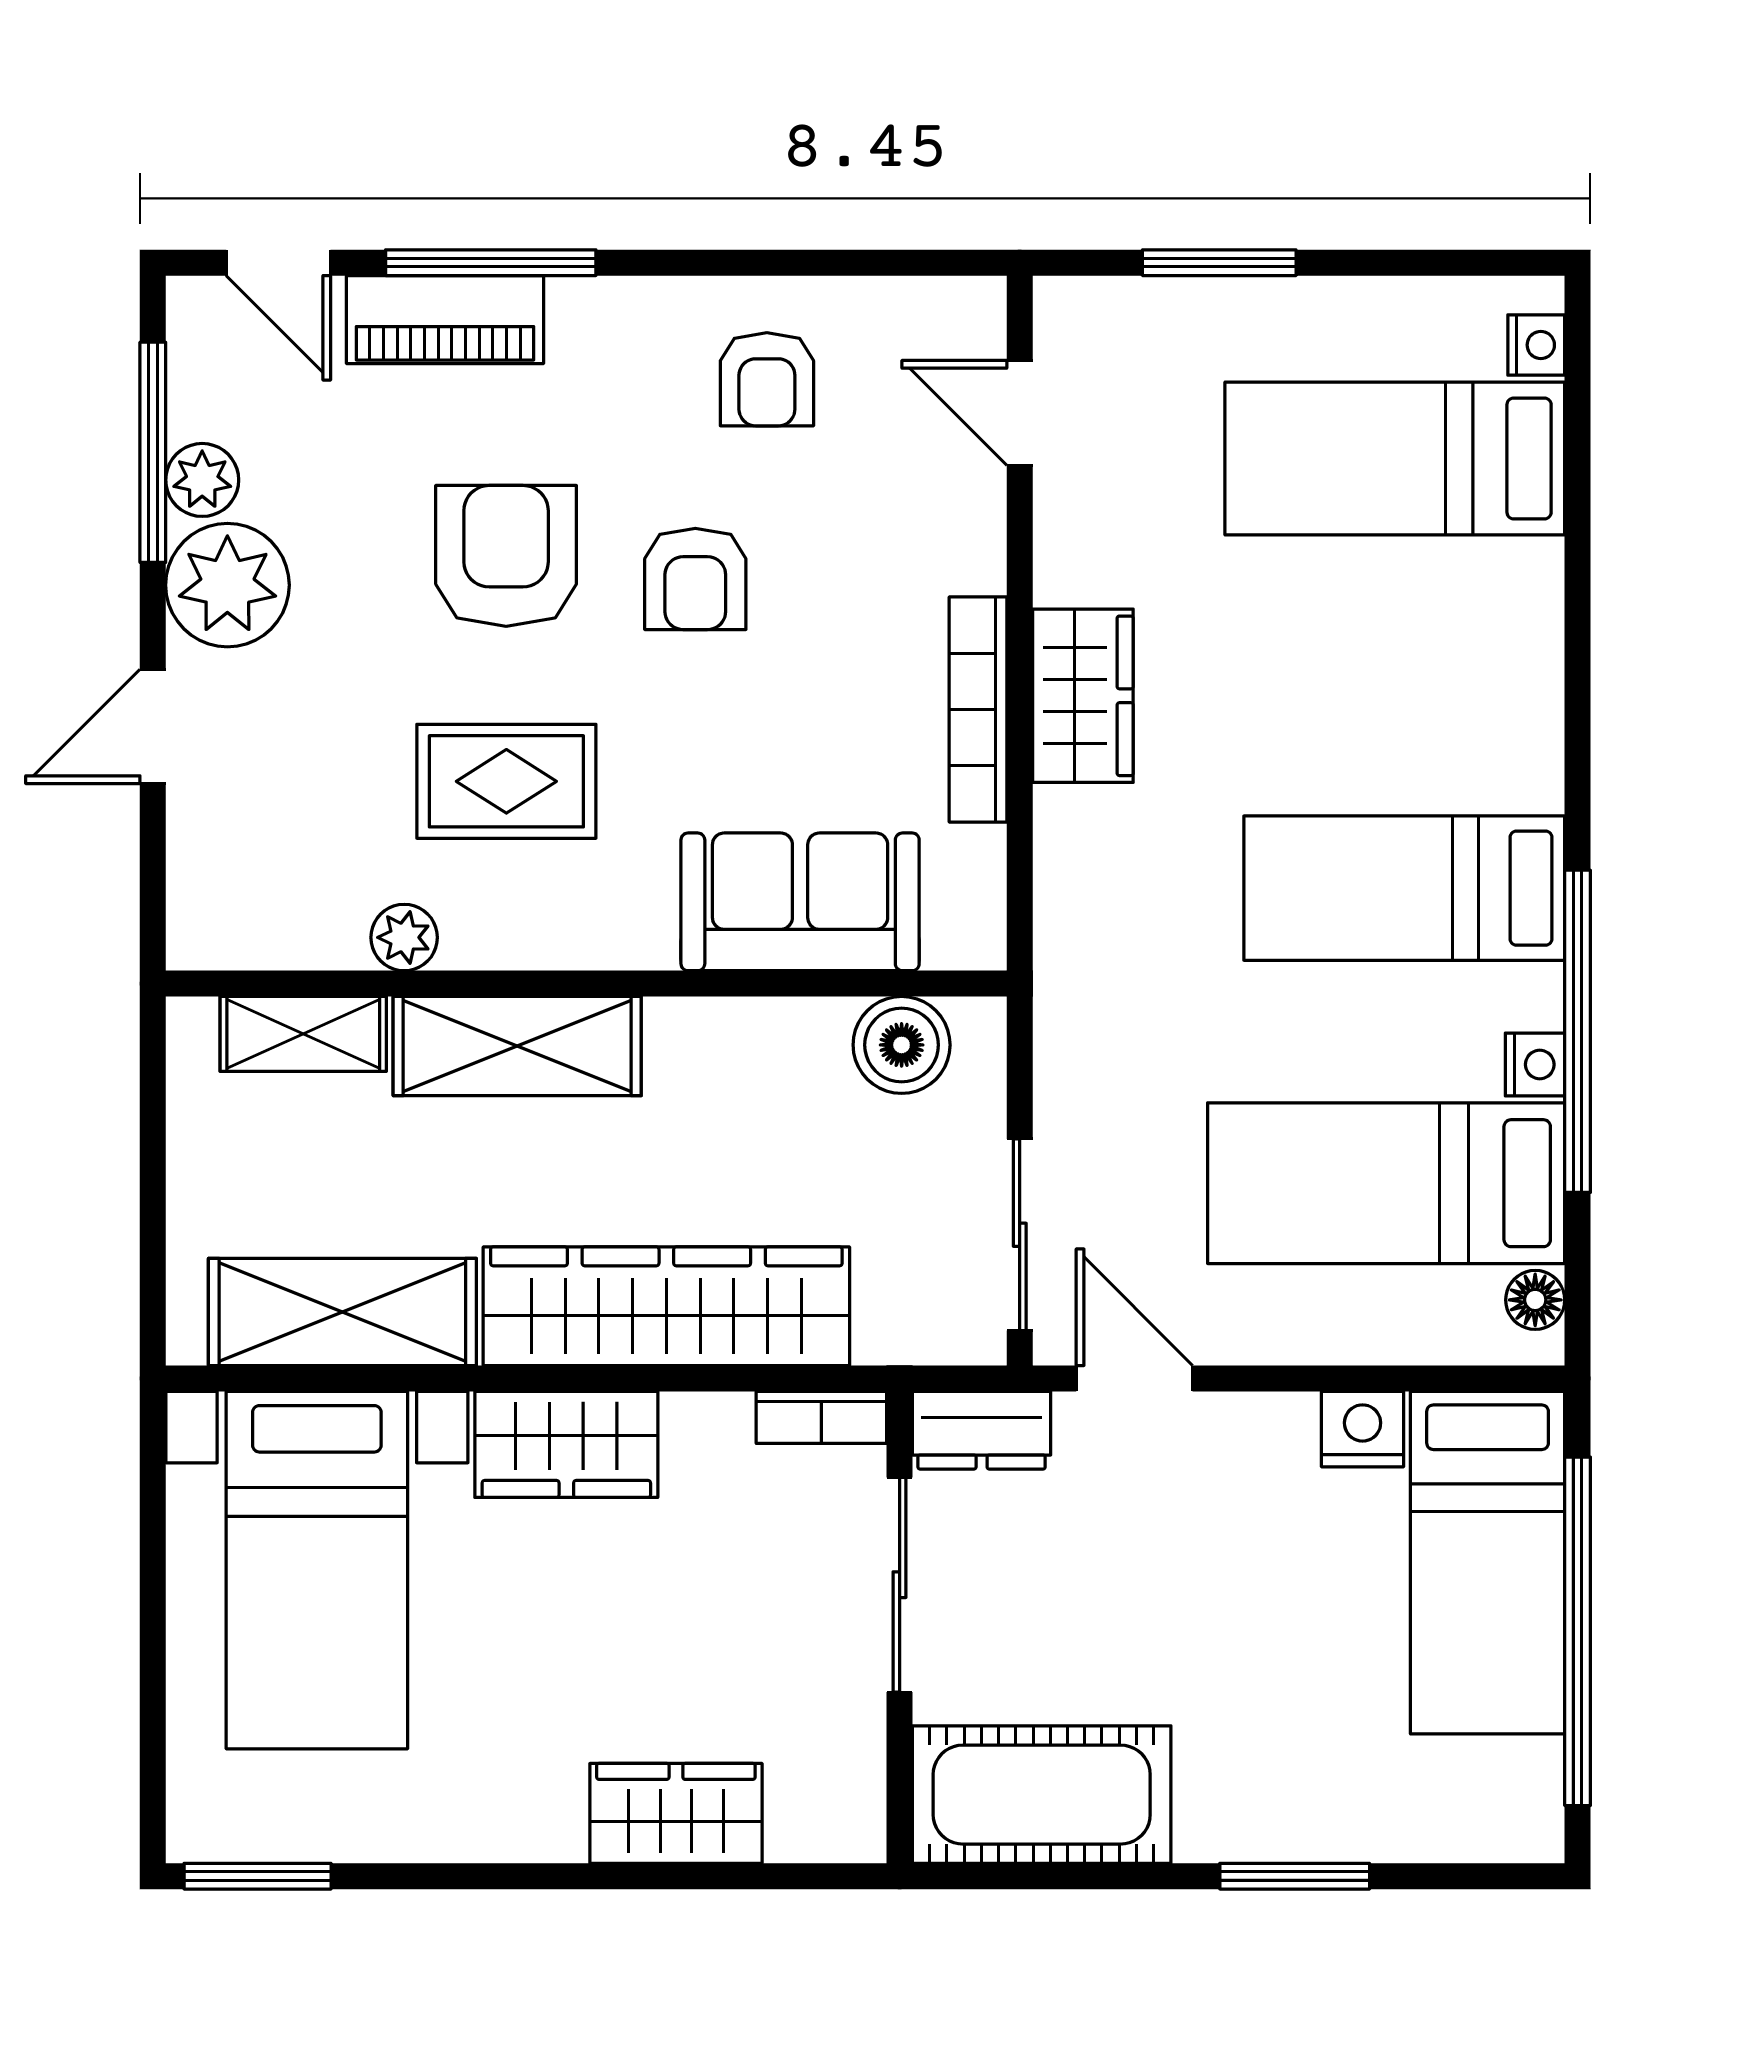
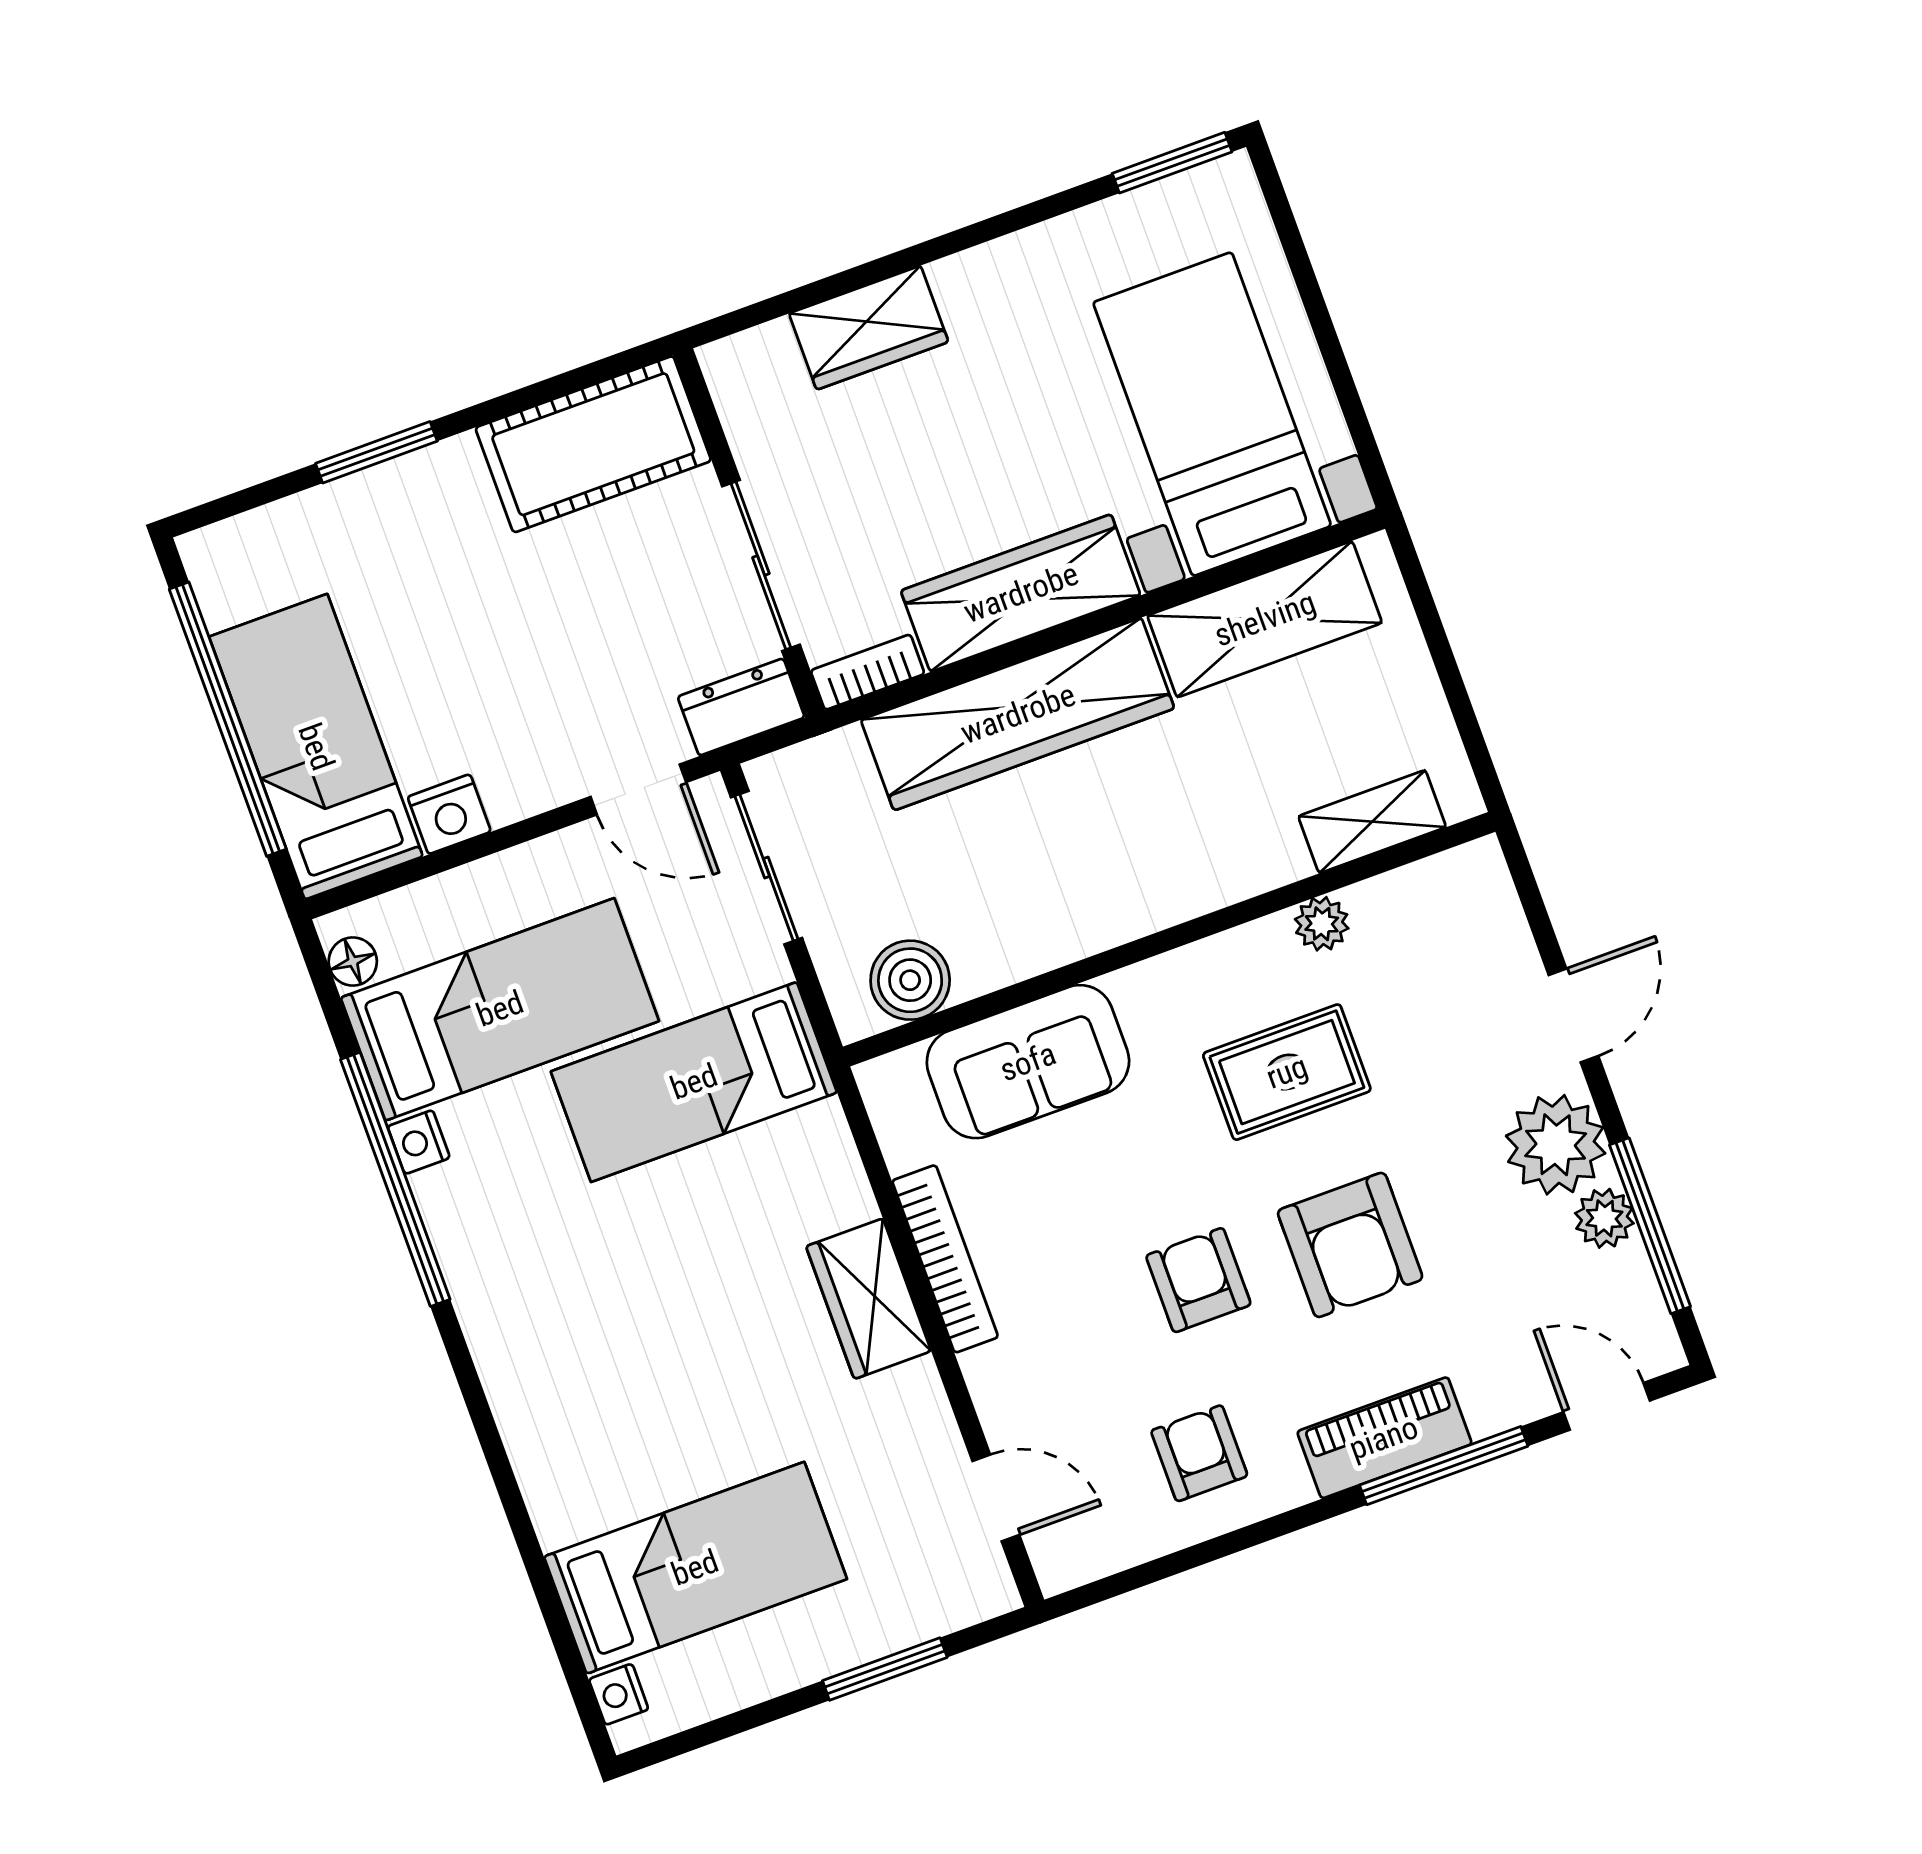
piano: (445, 320) -> (1384, 1438), moved
bed: (1404, 888) -> (694, 1082), moved, turned 180
shelving: (517, 1046) -> (1205, 872), removed
wardrobe: (566, 1444) -> (1021, 593), width x1.50

